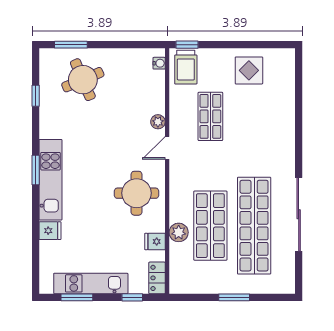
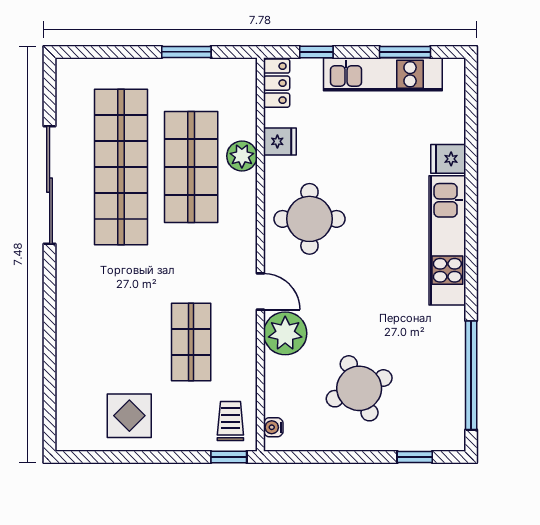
window: (71, 45) -> (415, 457), width x0.67
trolley: (186, 67) -> (230, 421), width x0.73, depth x0.72
round table: (83, 80) -> (359, 388), moved
window: (36, 96) -> (471, 375), width x3.17
plant: (158, 122) -> (285, 333), width x1.88, depth x1.88
door: (167, 148) -> (260, 292), hinge flipped
window: (36, 170) -> (471, 256), removed
window: (234, 297) -> (186, 52), moved

